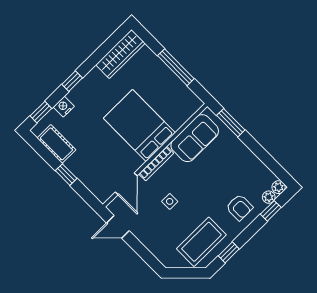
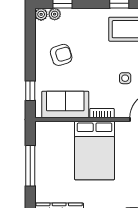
window: (231, 123) -> (30, 91), width x0.67
bookcase: (156, 164) -> (102, 113), width x0.64
armchair: (239, 207) -> (61, 55), moved, turned 73

